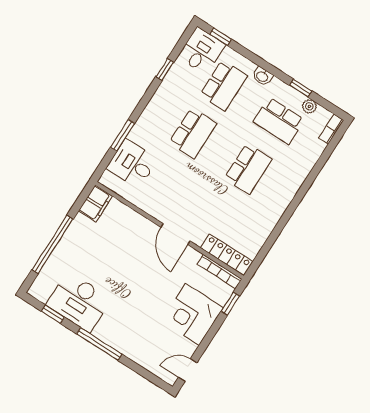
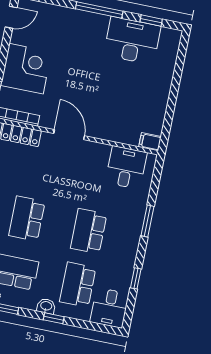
window: (221, 37) -> (54, 318), moved
window: (123, 135) -> (147, 221), moved
desk: (132, 164) -> (126, 167), moved, turned -90
filing cabinet: (95, 203) -> (150, 142), width x0.50
window: (53, 244) -> (176, 83), removed

